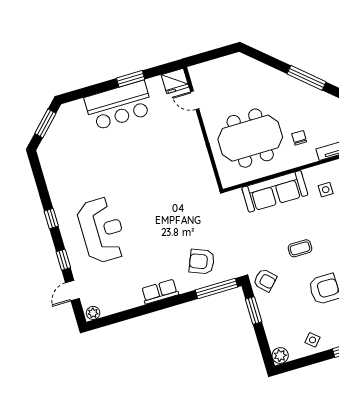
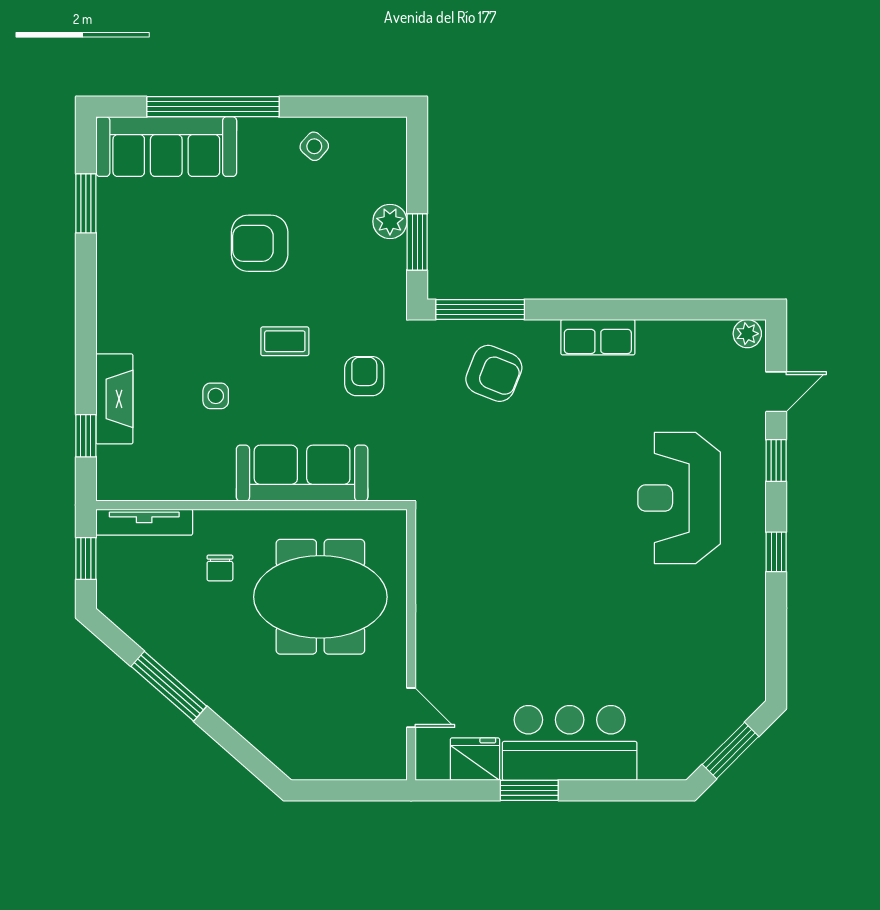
fridge: (175, 81) -> (475, 759), moved
side table: (326, 190) -> (216, 396), moved
armchair: (265, 280) -> (364, 376), moved, turned 46
plant: (280, 356) -> (390, 221), moved

